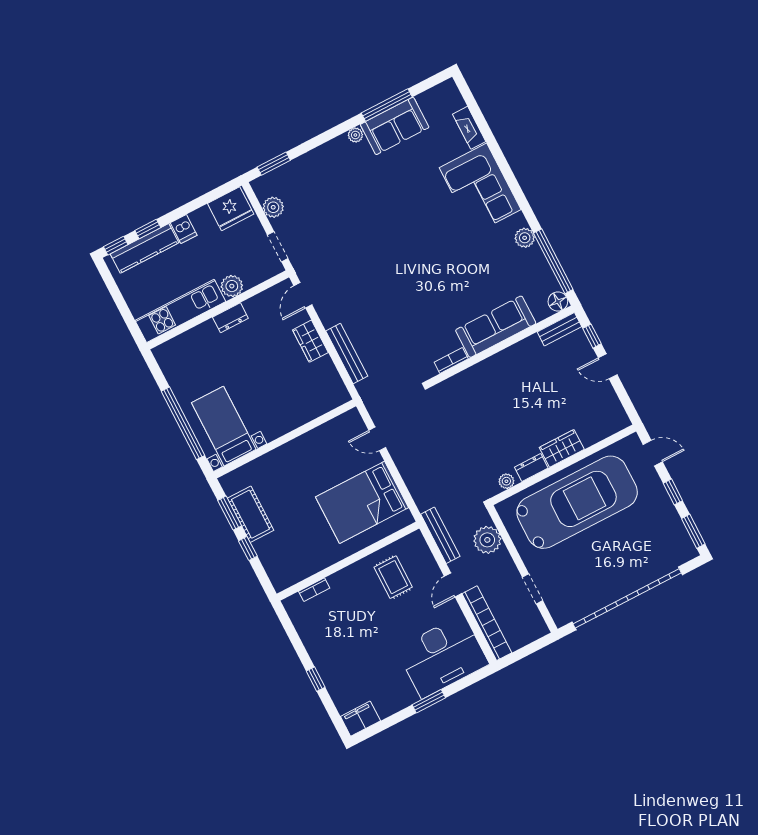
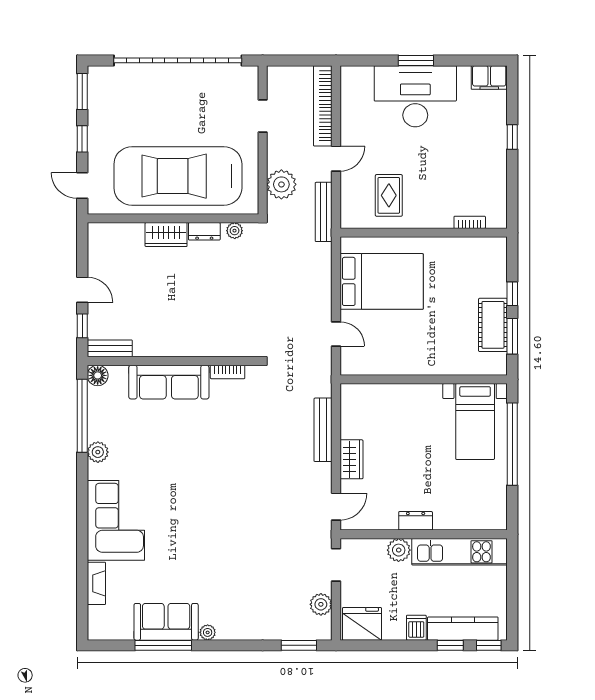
desk: (442, 656) -> (415, 96), moved

